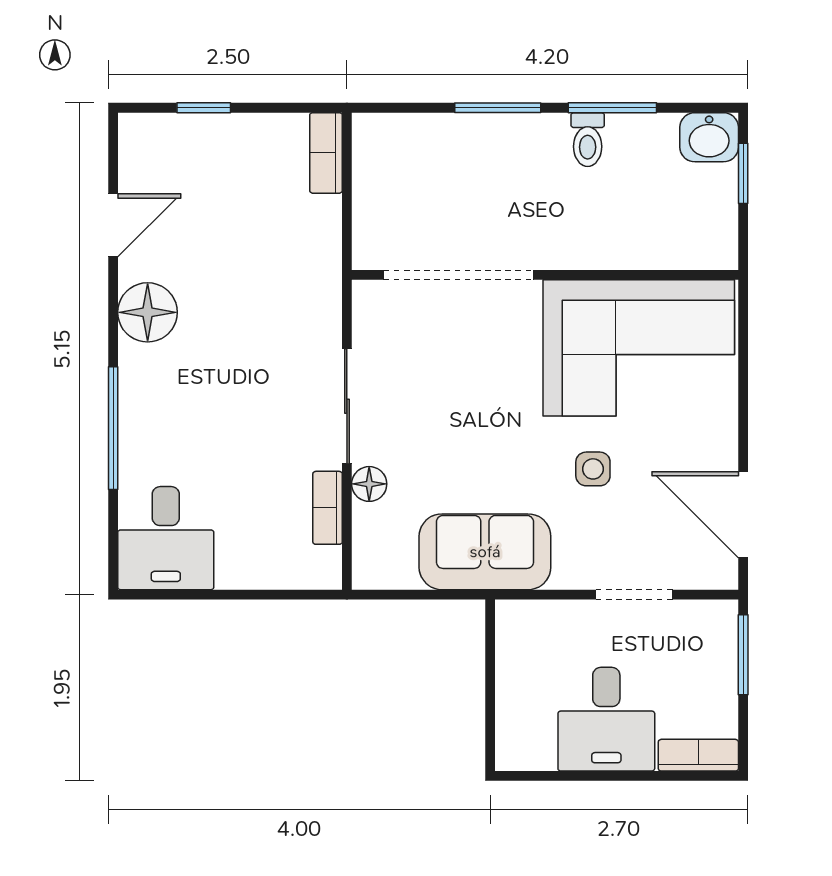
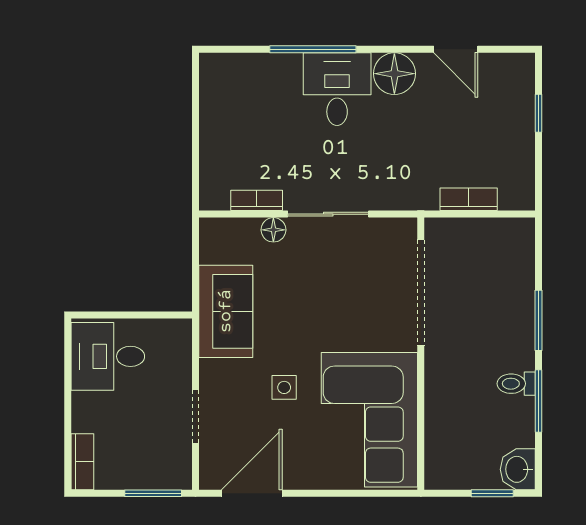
bookcase: (326, 153) -> (469, 199), moved
desk: (166, 538) -> (337, 89), moved, turned 90
desk: (606, 719) -> (108, 356), moved

